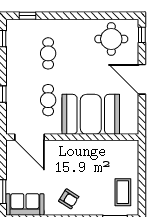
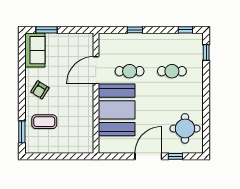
window: (142, 35) -> (175, 156), moved
door: (30, 137) -> (96, 70), moved
coffee table: (123, 192) -> (44, 122), moved

